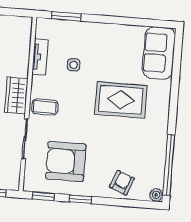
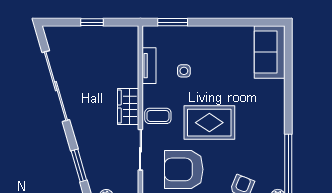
rug: (121, 100) -> (209, 123), moved

